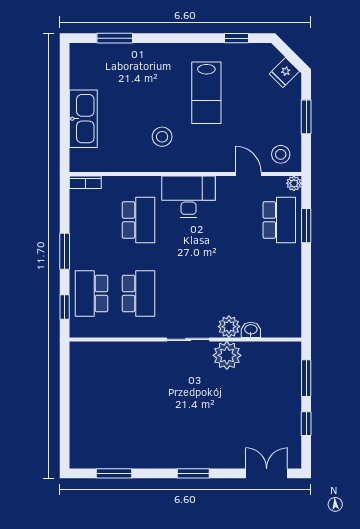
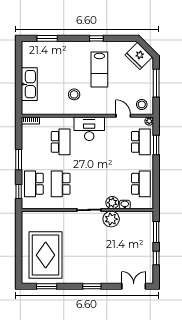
window: (236, 38) -> (96, 38), moved
fridge: (284, 73) -> (139, 56), width x1.88, depth x1.34
window: (306, 117) -> (156, 83), width x1.44
school desk: (138, 294) -> (61, 184), turned 180
school desk: (279, 294) -> (141, 184), added
rug: (112, 419) -> (46, 255), added

